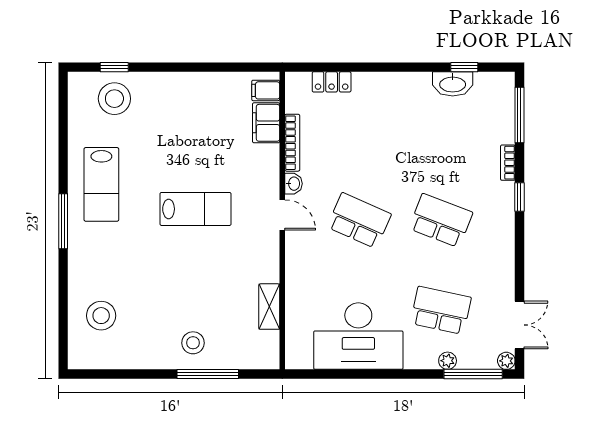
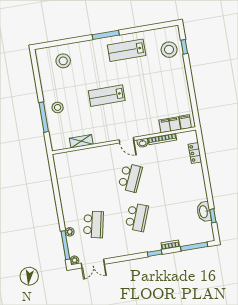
lab bench: (196, 209) -> (107, 96), moved, turned 90
door: (282, 215) -> (127, 140), hinge flipped
desk: (358, 336) -> (74, 187), removed

